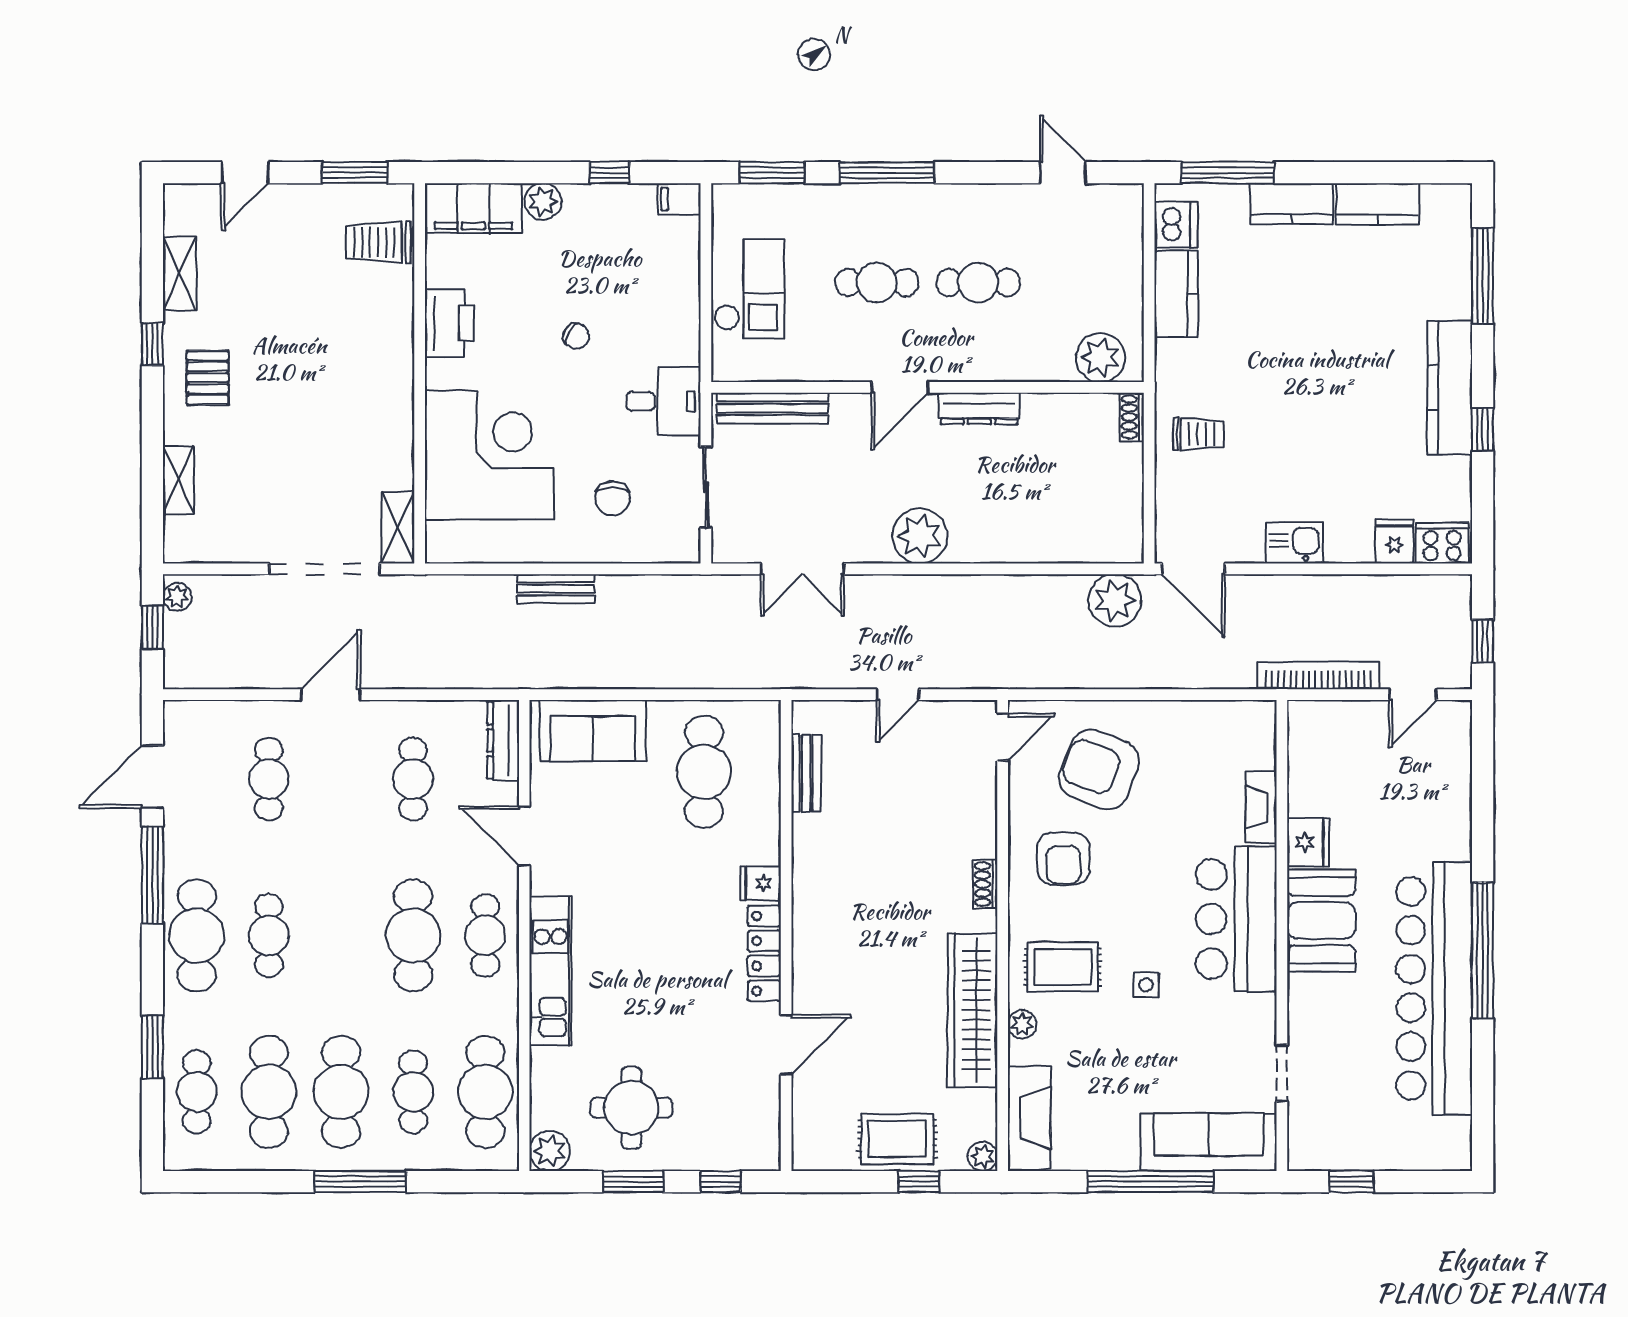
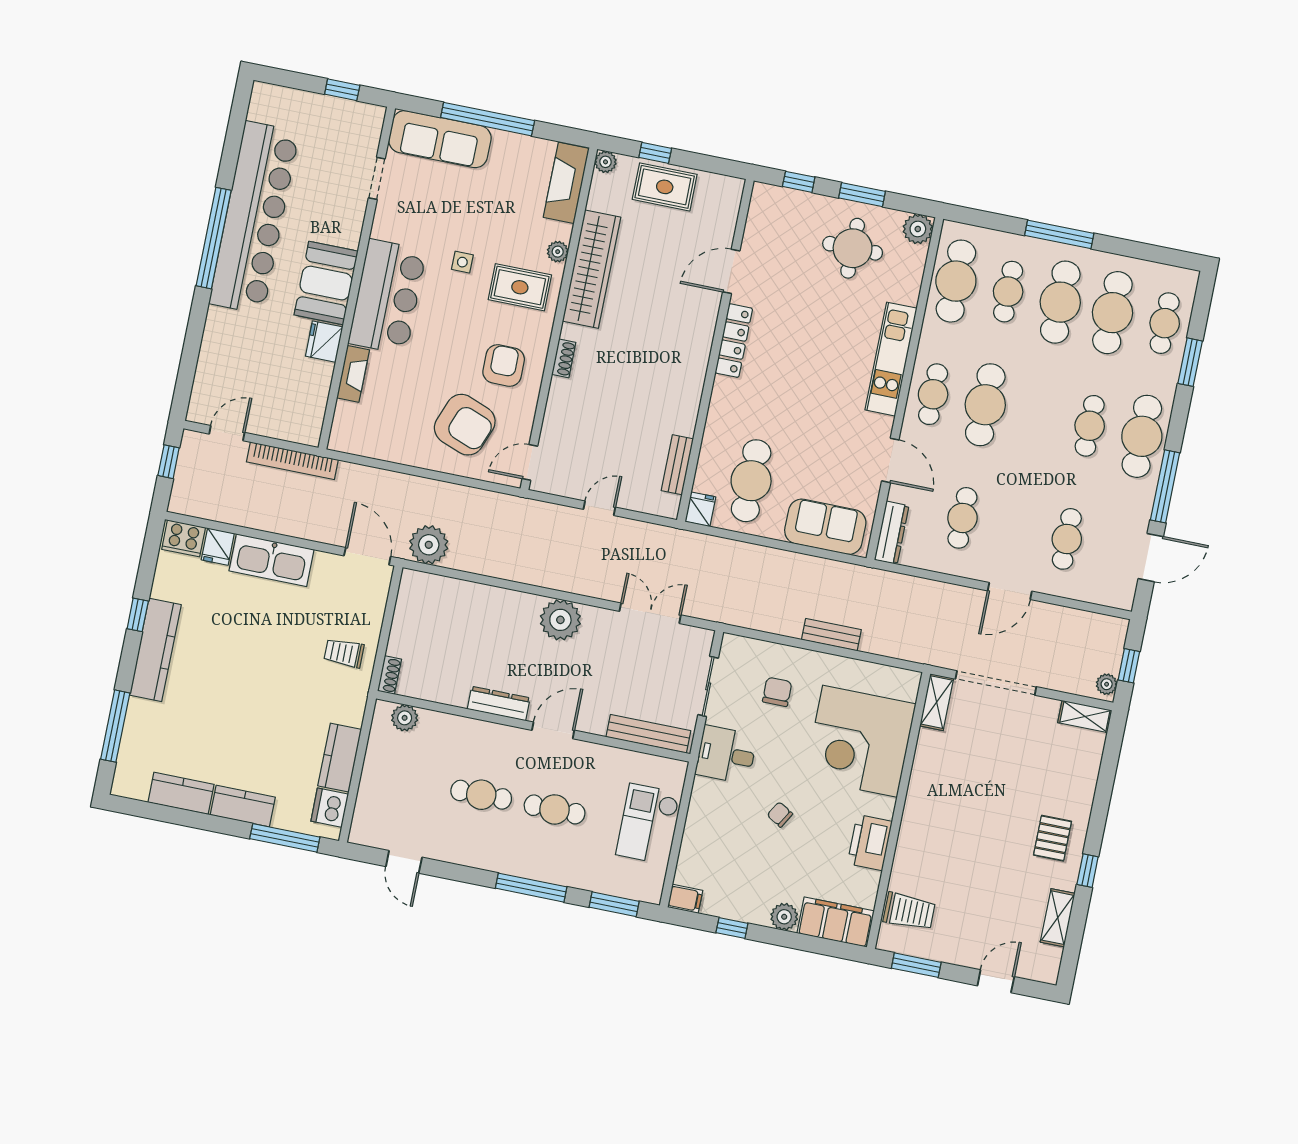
plant: (1100, 358) -> (405, 718), width x0.73, depth x0.73
shelving: (178, 480) -> (1085, 716), moved, turned 90
kitchen sink: (1294, 543) -> (272, 560), width x1.88, depth x1.24
fridge: (760, 883) -> (700, 509), moved, turned -90

